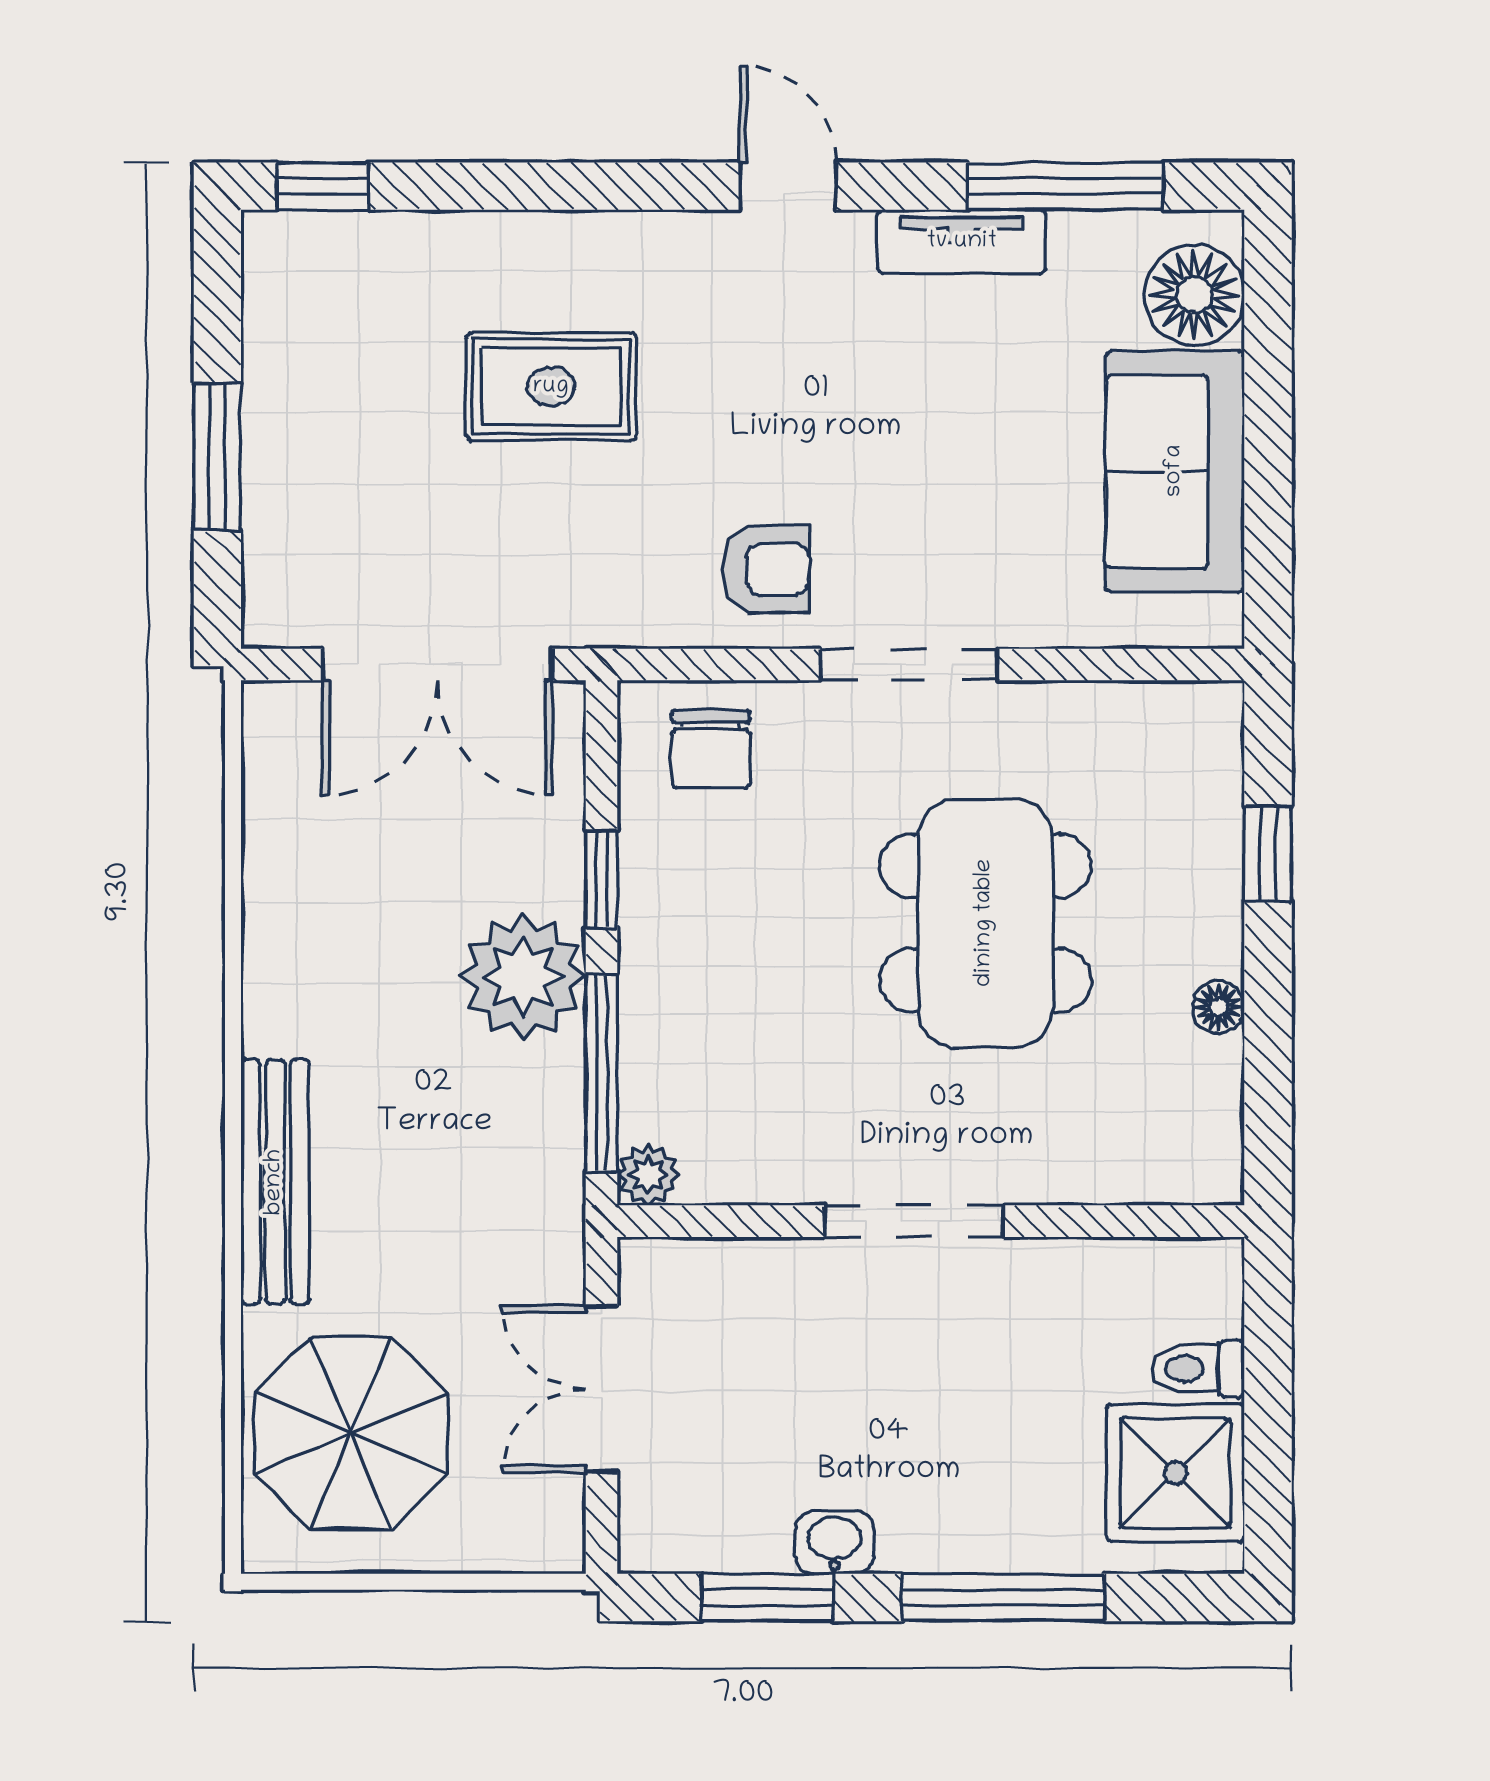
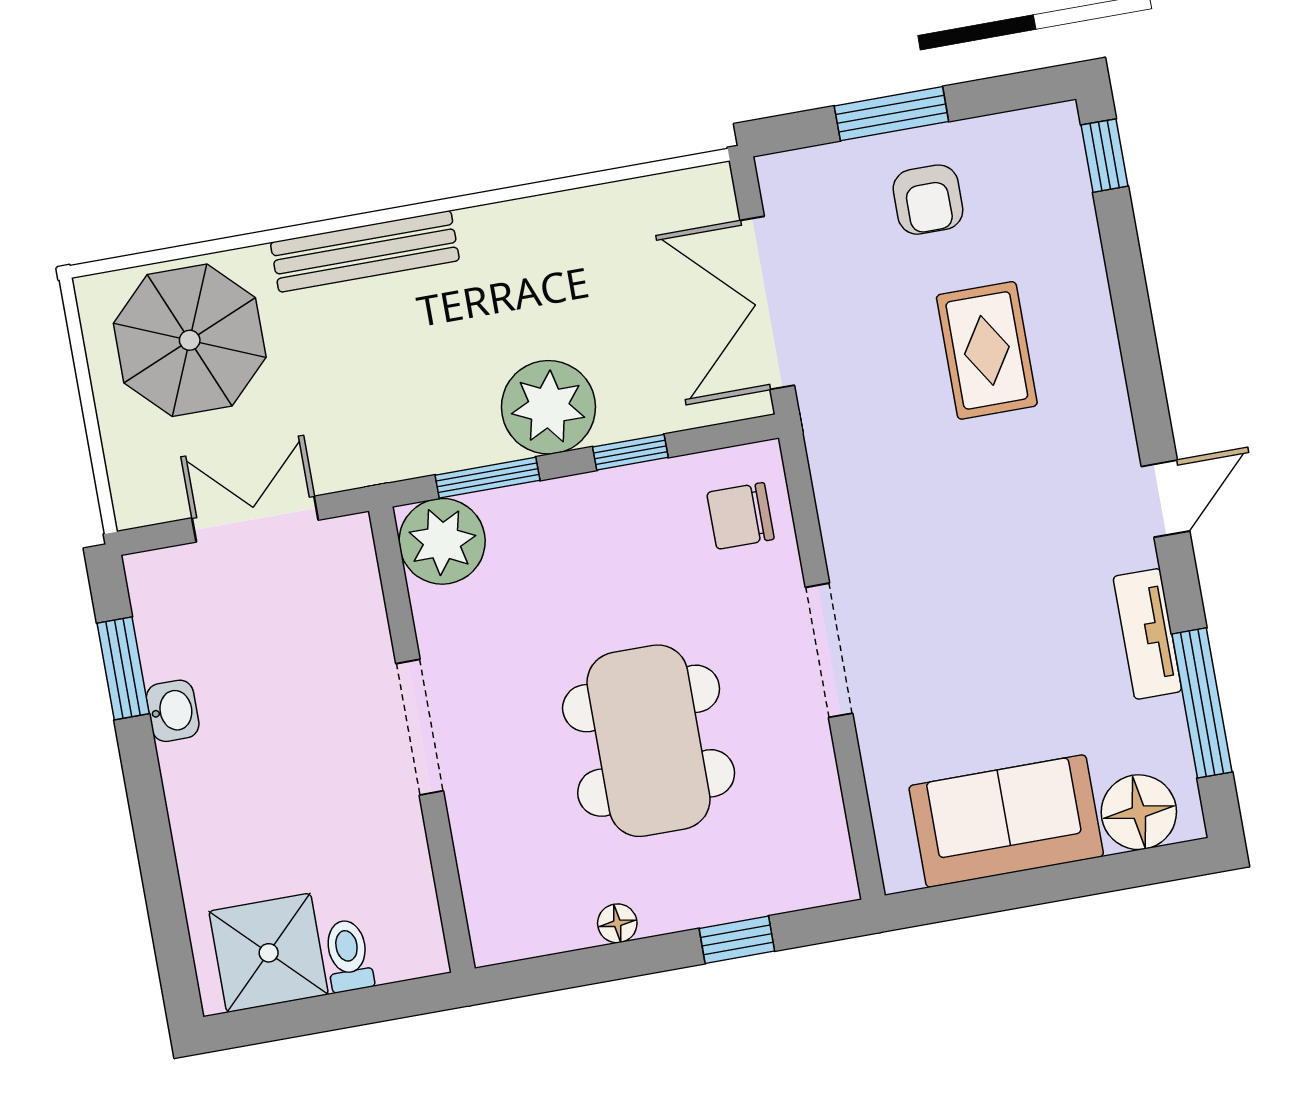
armchair: (766, 569) -> (928, 200), moved
dining table: (985, 923) -> (649, 741), turned 90
window: (602, 1073) -> (487, 478), width x0.69
plant: (648, 1175) -> (442, 541), width x1.88, depth x1.88
window: (1003, 1598) -> (154, 842), removed

